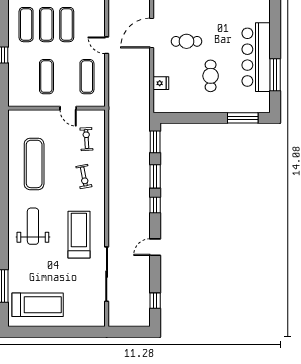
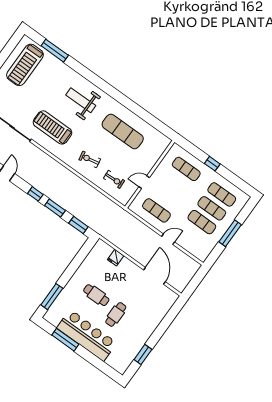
cafe table: (186, 41) -> (116, 314), moved
exercise mat: (46, 77) -> (186, 169), moved
weight bench: (33, 226) -> (81, 100), turned 180
treadmill: (79, 235) -> (53, 127), turned 180

